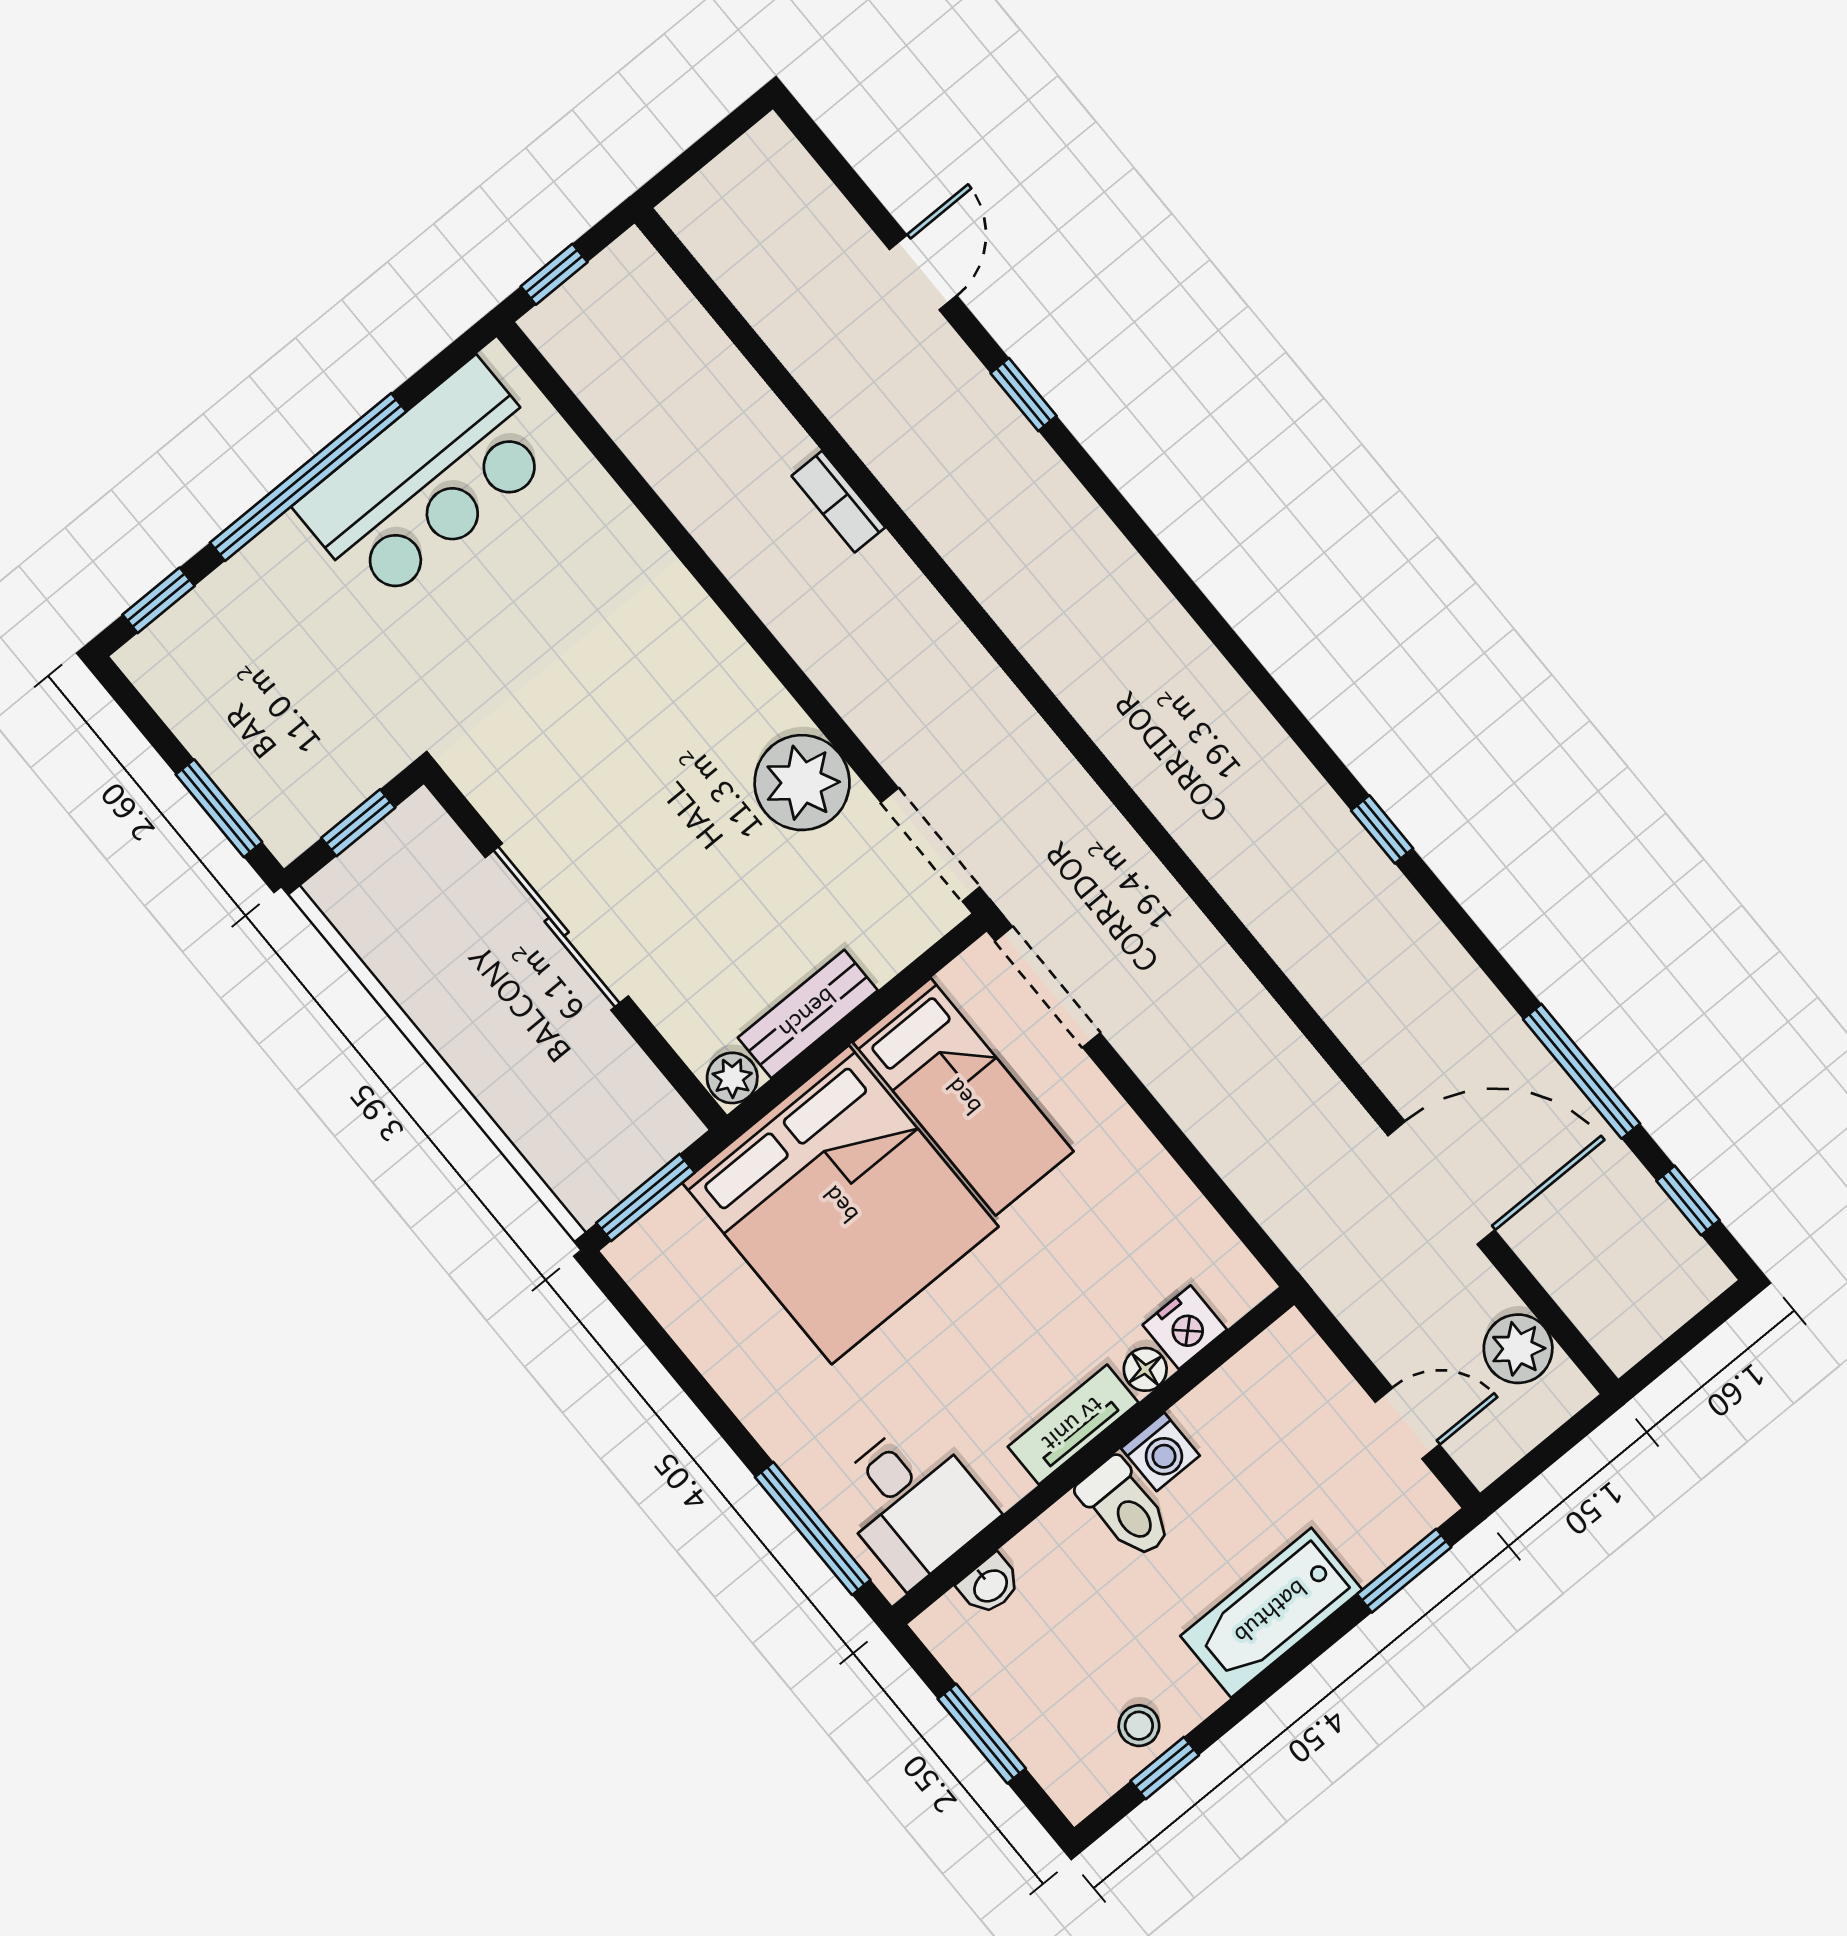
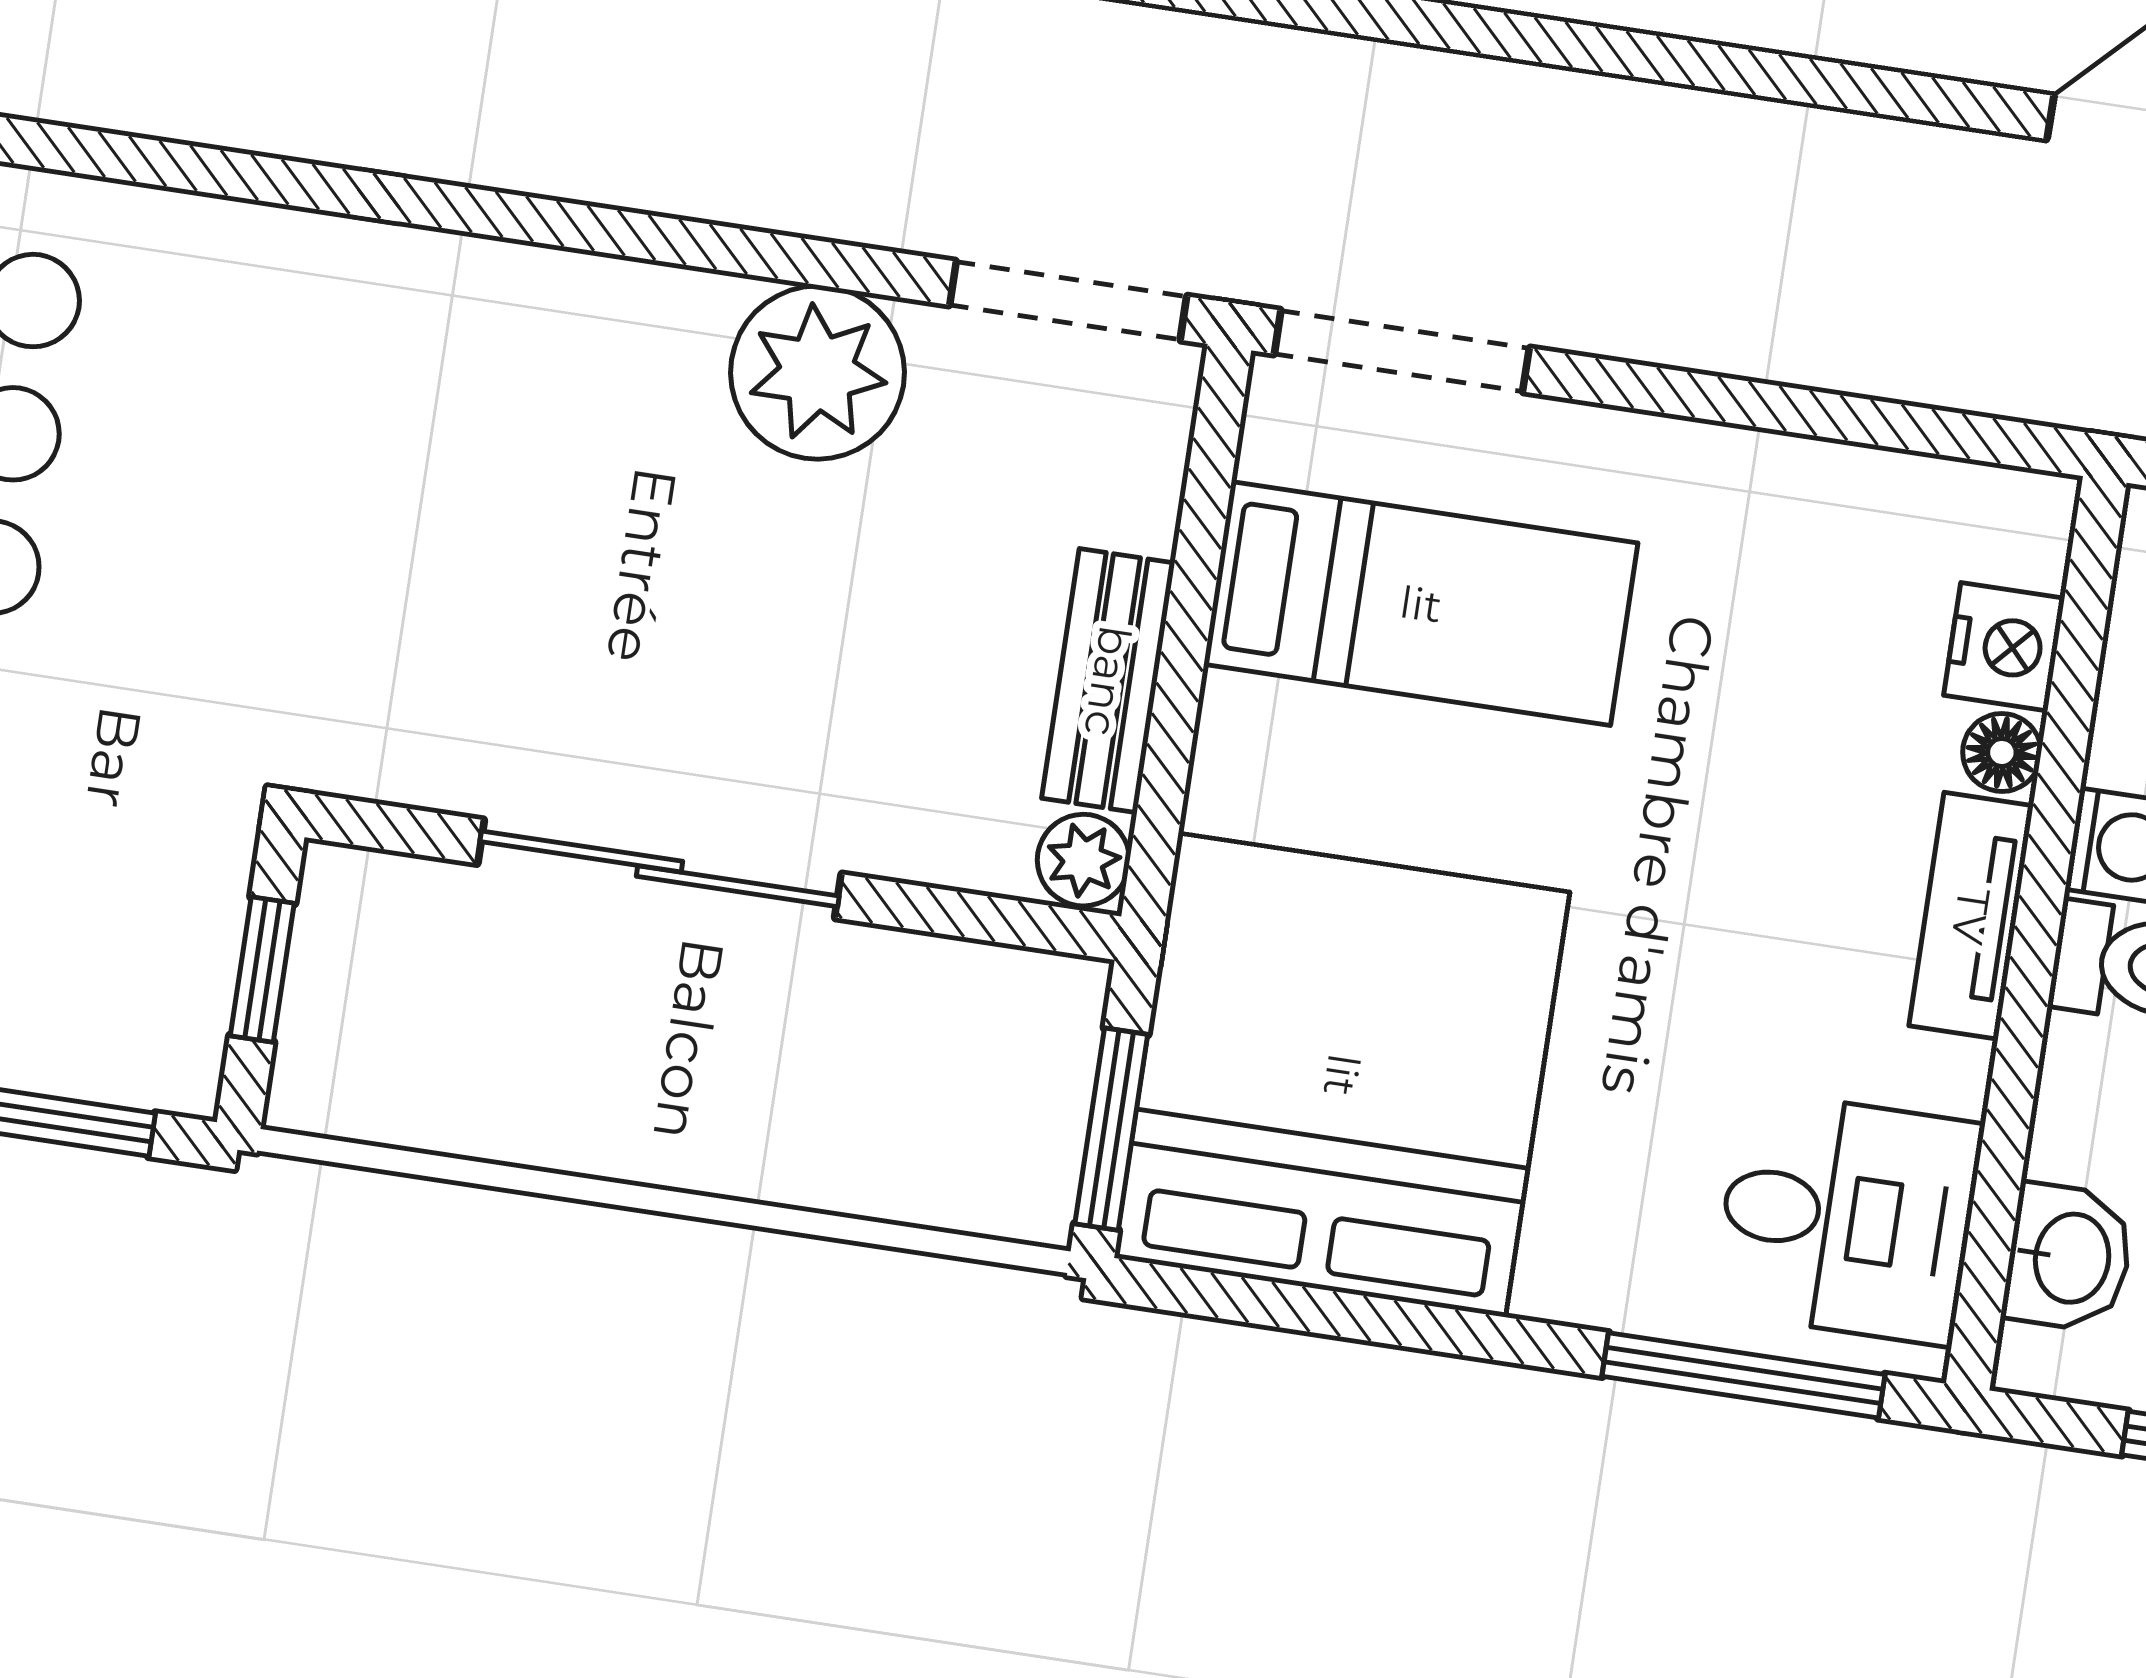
bed: (840, 1205) -> (1342, 1075), moved, turned -90
washbasin: (990, 1585) -> (2069, 1258), width x1.38, depth x1.45

